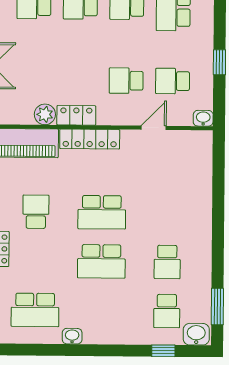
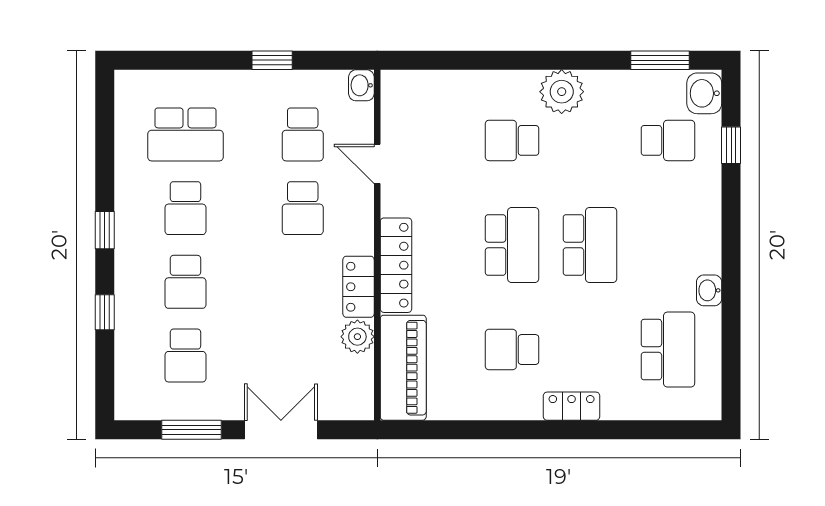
plant: (198, 244) -> (562, 92), added
school desk: (167, 262) -> (512, 140), moved, turned 180

